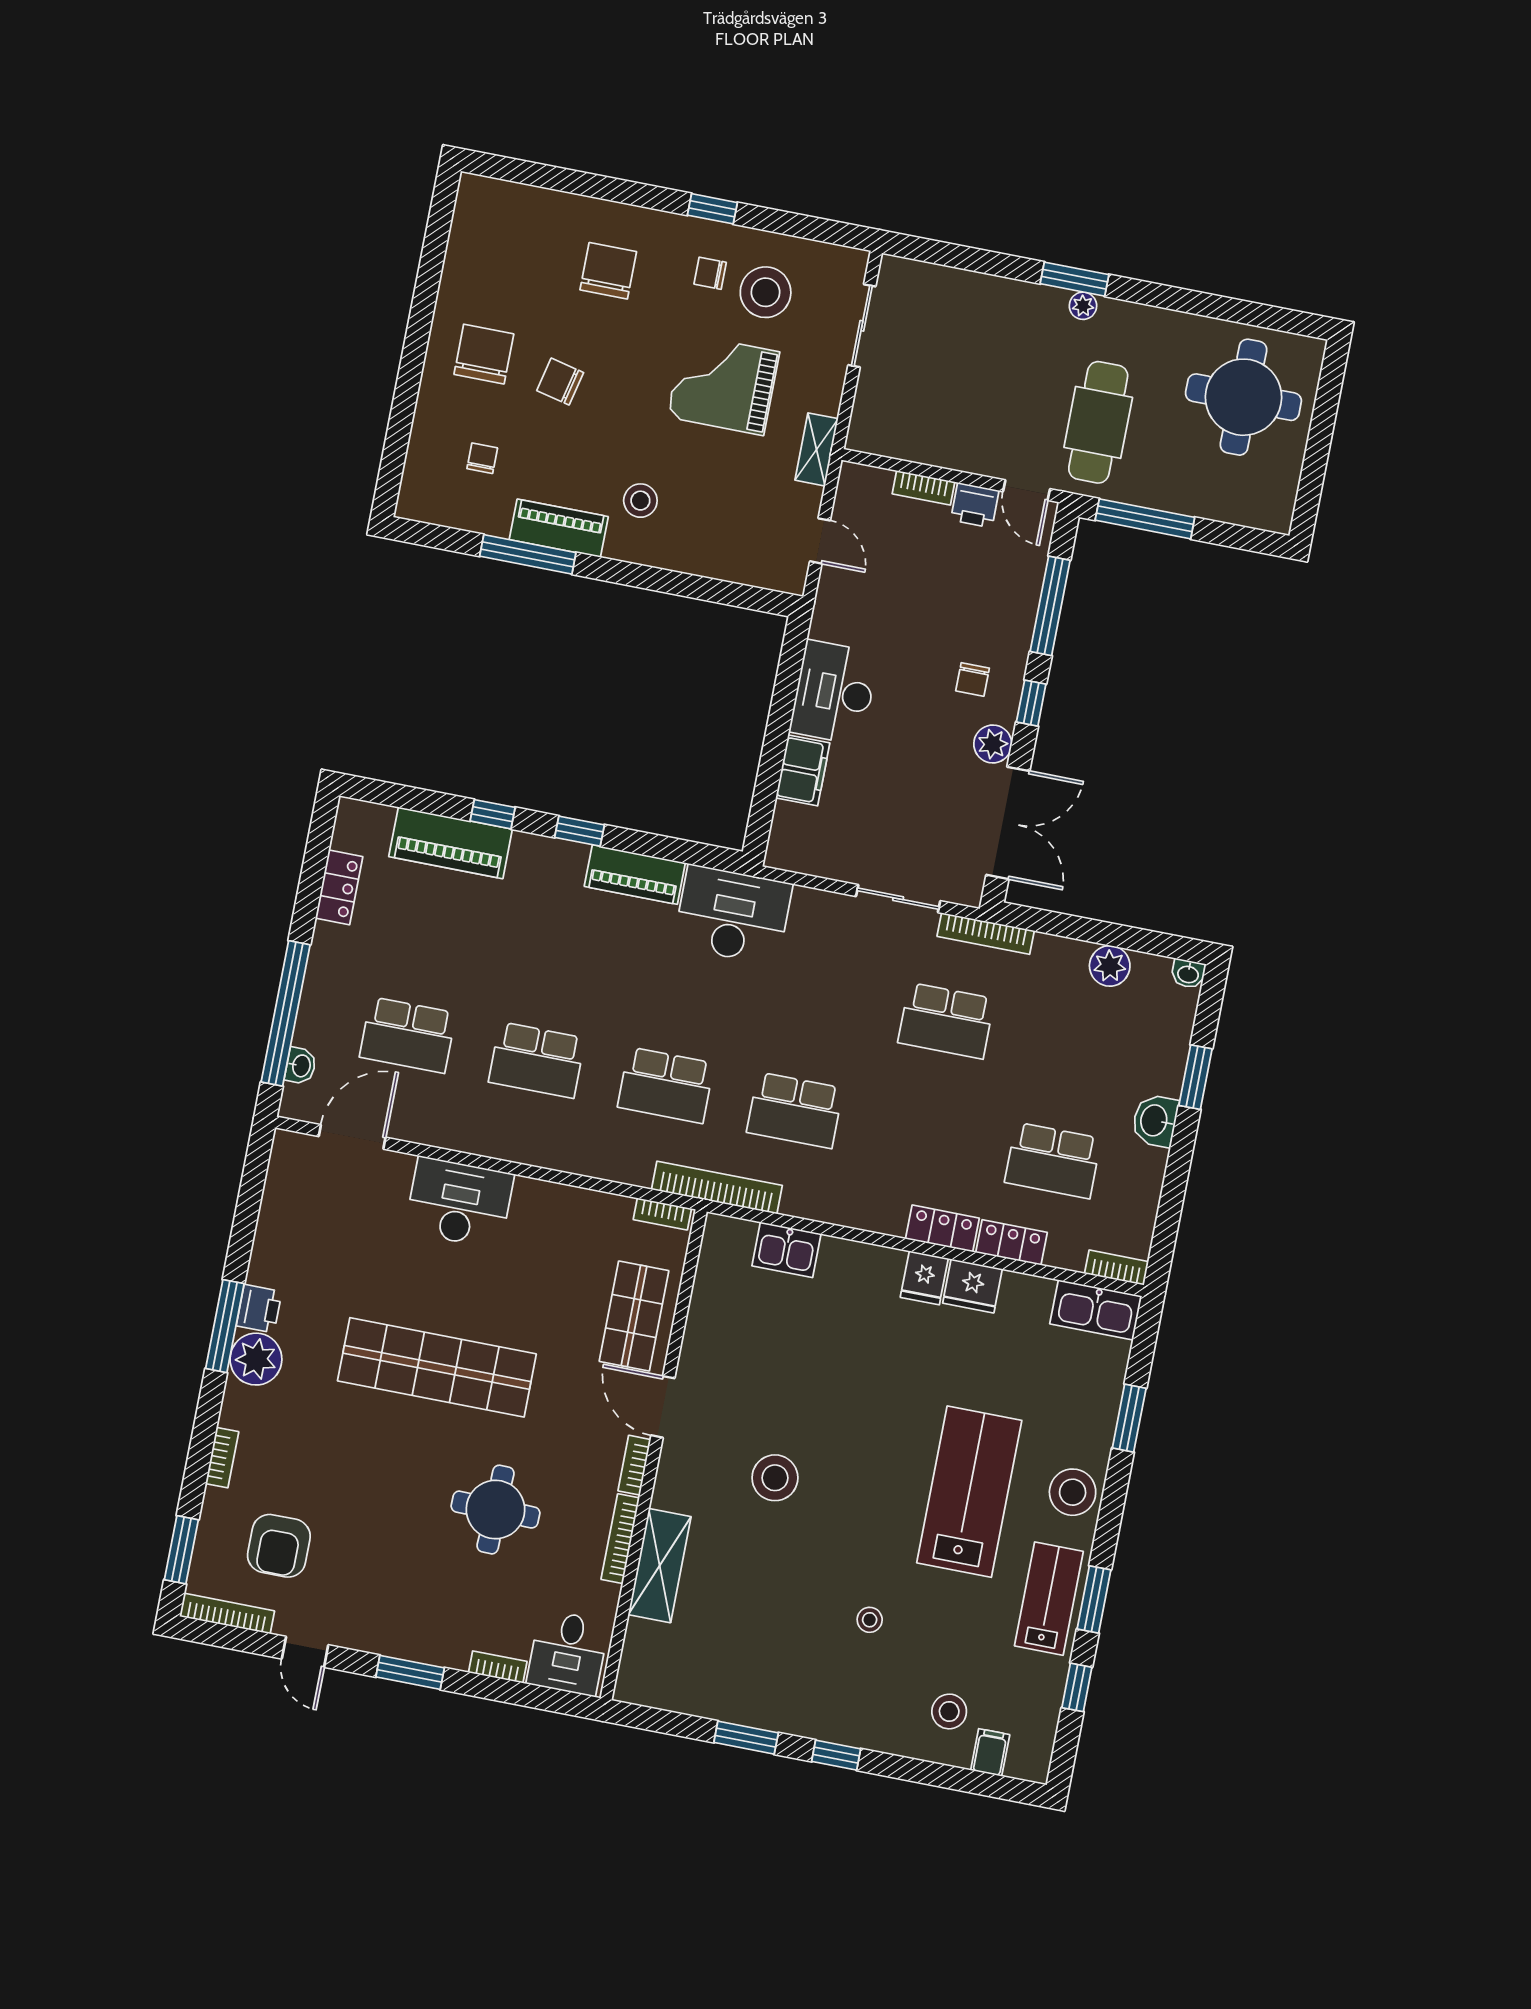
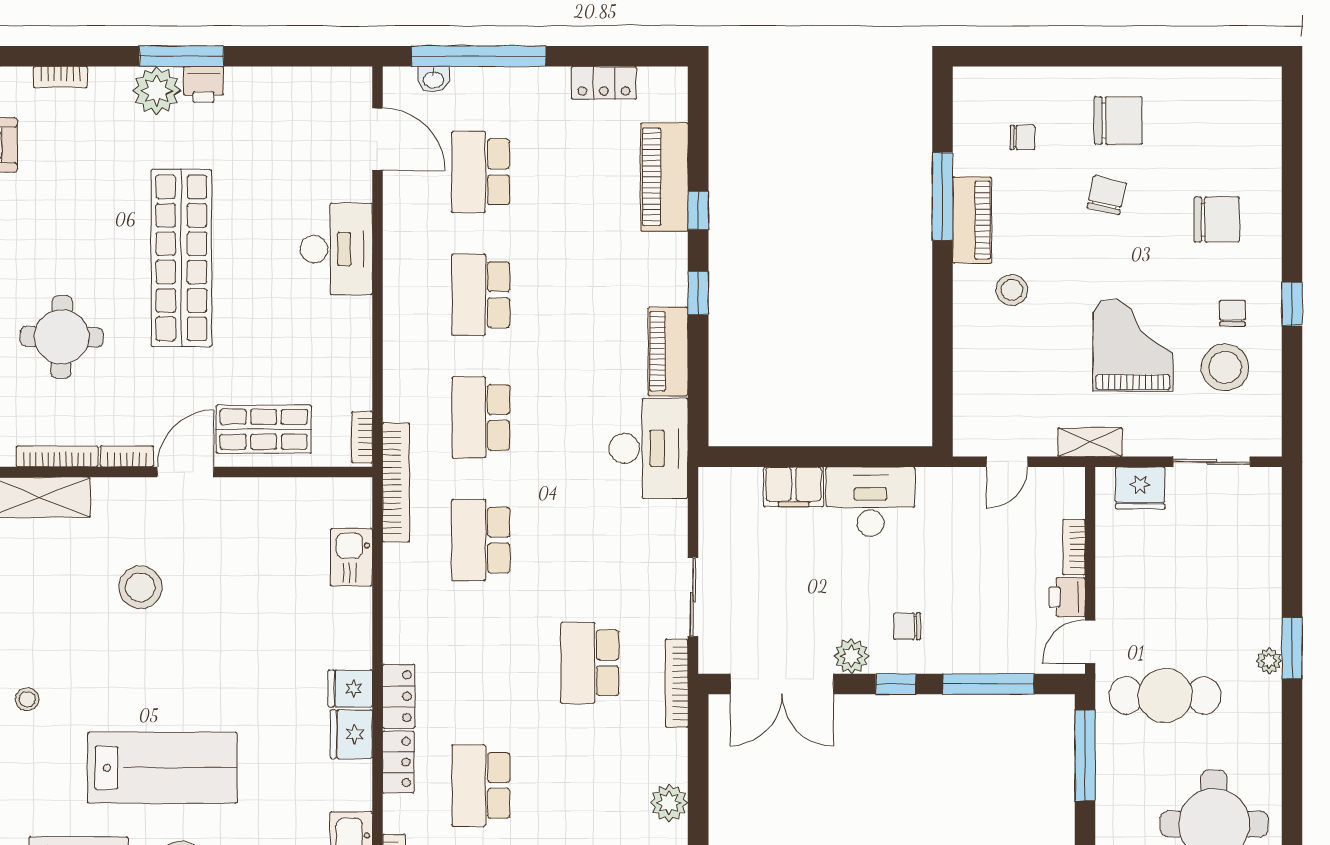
fridge: (875, 406) -> (1140, 488), added

